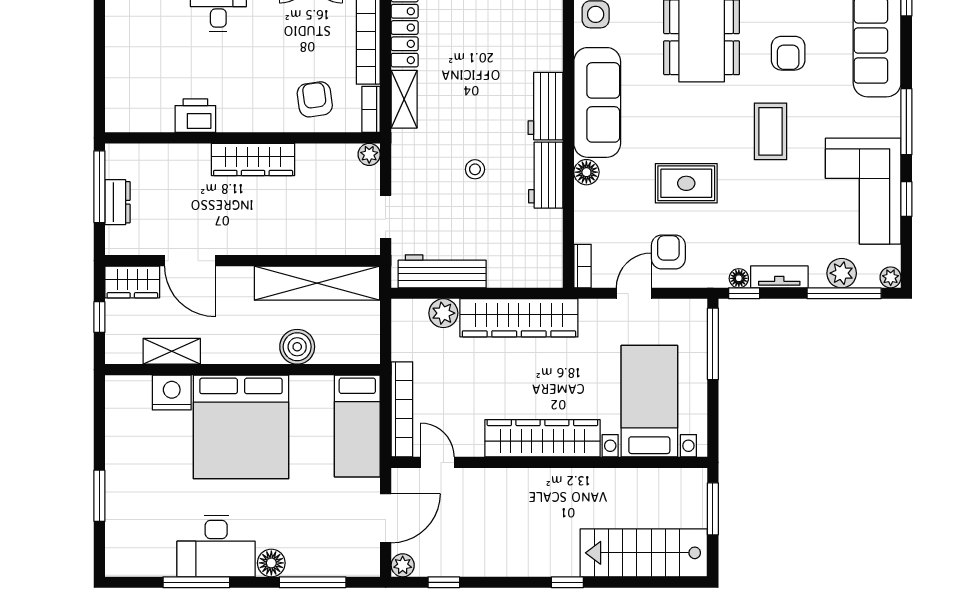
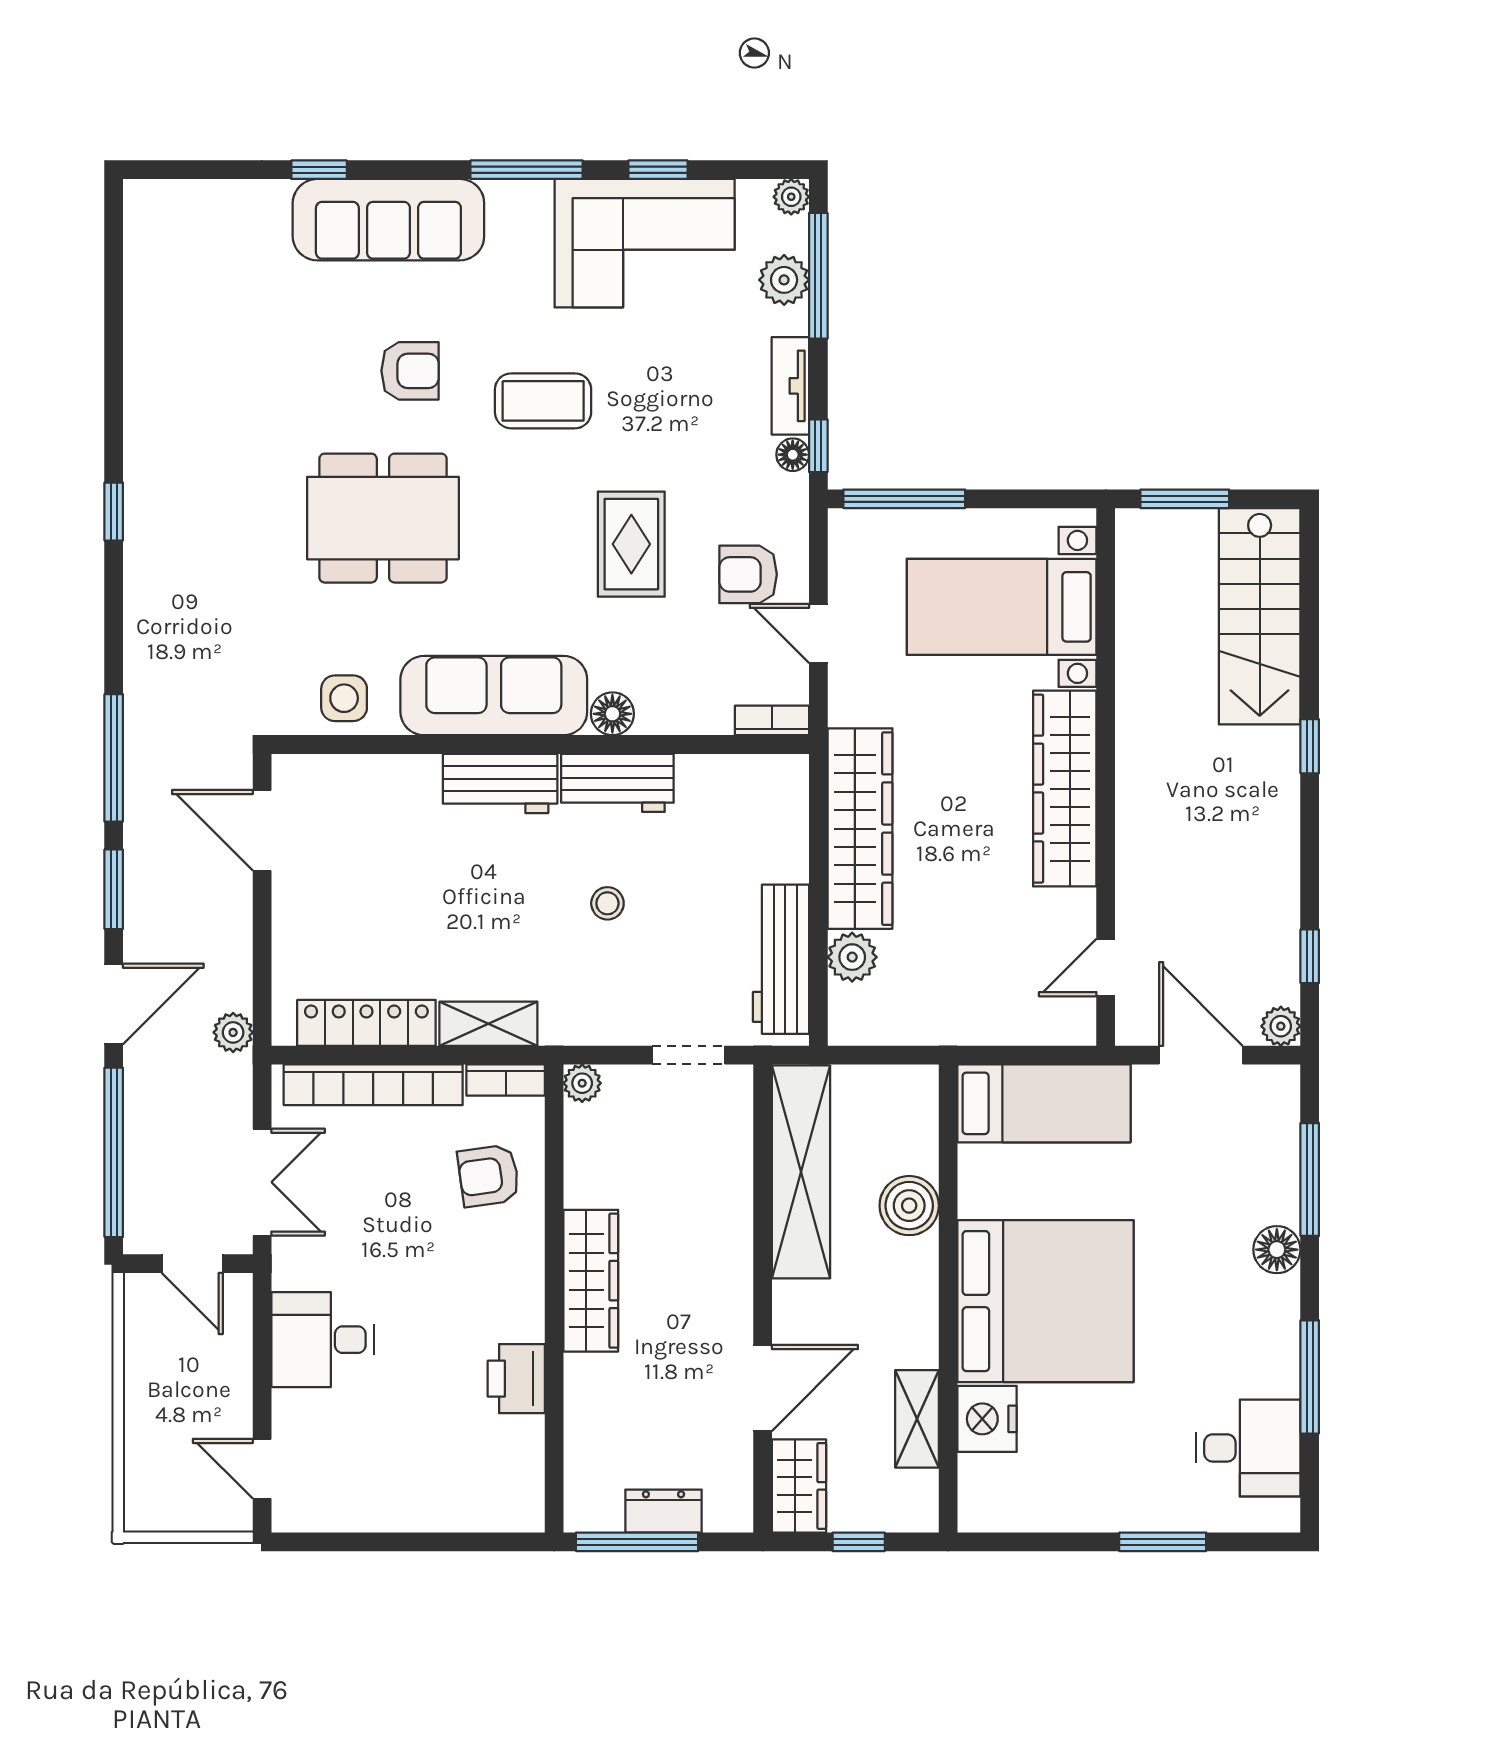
bookcase: (402, 409) -> (1016, 1027), removed
desk: (216, 546) -> (1248, 1448), moved, width x0.73

